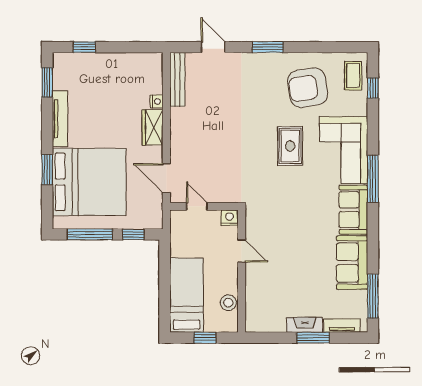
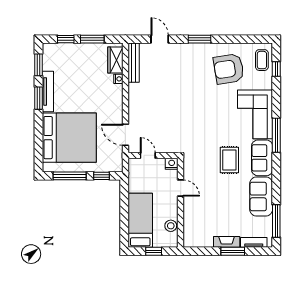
window: (121, 47) -> (92, 39), added
wardrobe: (152, 127) -> (115, 60), moved
rug: (290, 146) -> (229, 160), moved
window: (47, 169) -> (39, 98), moved

